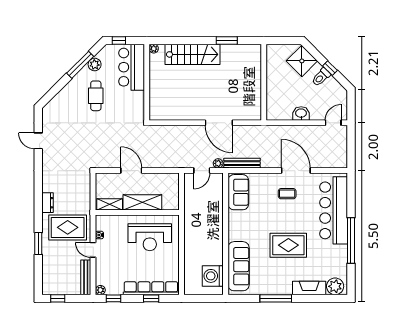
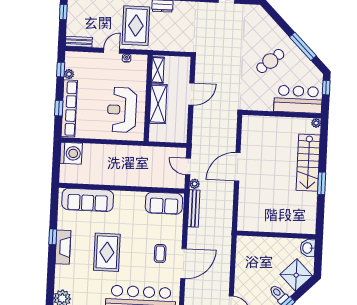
window: (227, 40) -> (322, 183), moved
plant: (95, 64) -> (303, 61), removed
cafe table: (96, 96) -> (270, 61), turned -41
washbasin: (301, 114) -> (308, 248), moved, turned 180
door: (219, 123) -> (237, 167), moved
washing machine: (213, 276) -> (71, 153), moved, turned 90
bench: (86, 277) -> (79, 42), width x0.73
fireplace: (309, 288) -> (63, 247), moved
plant: (100, 290) -> (69, 74), moved
window: (276, 298) -> (53, 237), width x0.46

